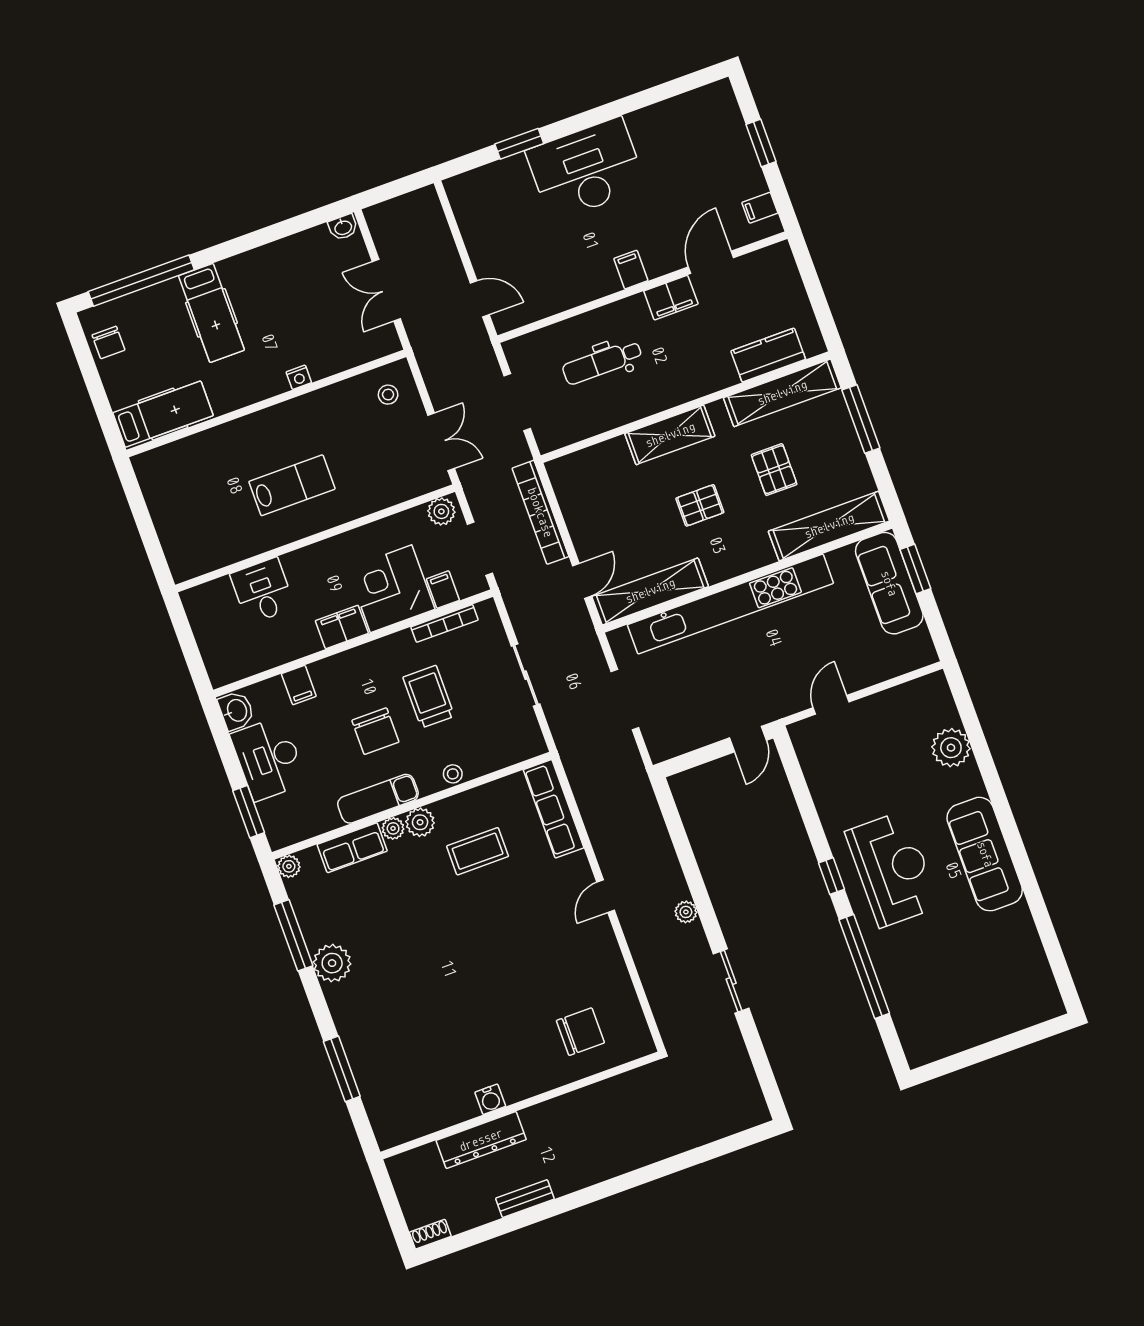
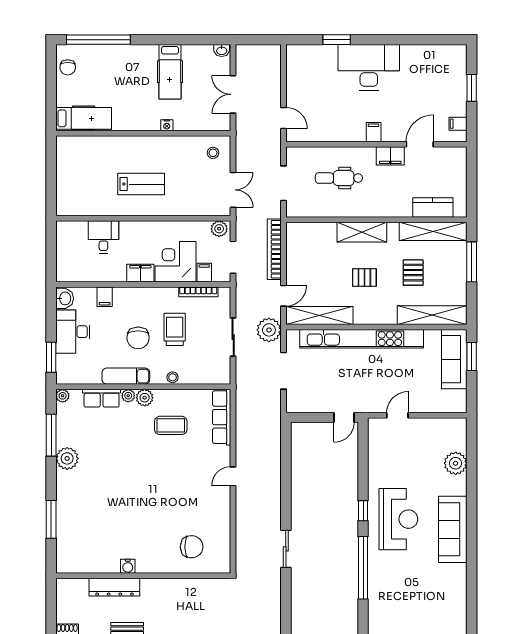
hospital bed: (211, 313) -> (170, 72), moved
plant: (686, 912) -> (269, 330), moved, width x1.88, depth x1.88

